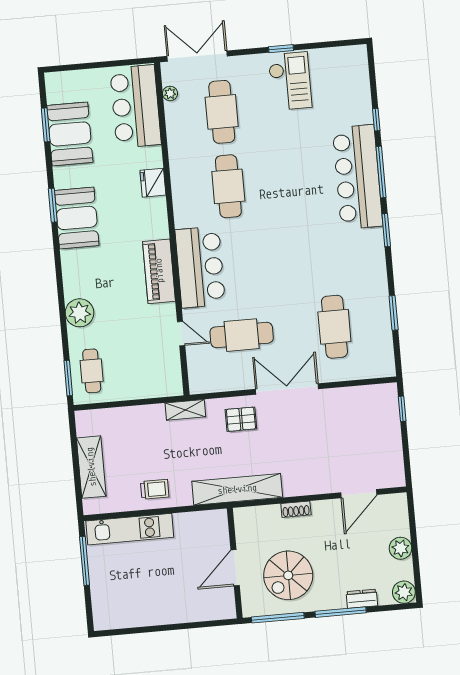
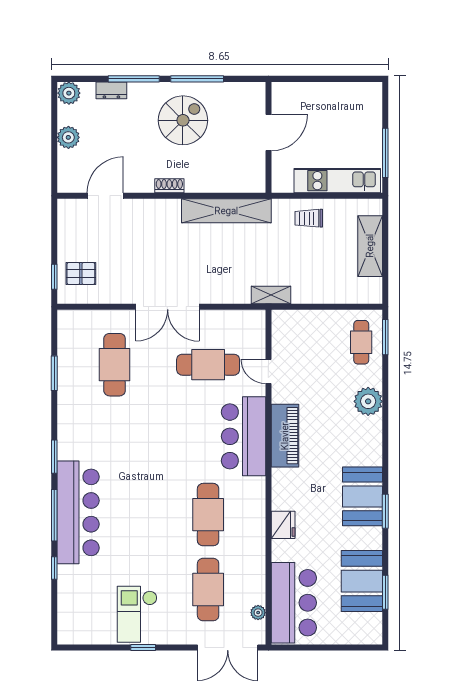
pallet: (241, 419) -> (81, 274), moved
wall: (235, 563) -> (268, 137), moved
door: (235, 568) -> (268, 133), moved

